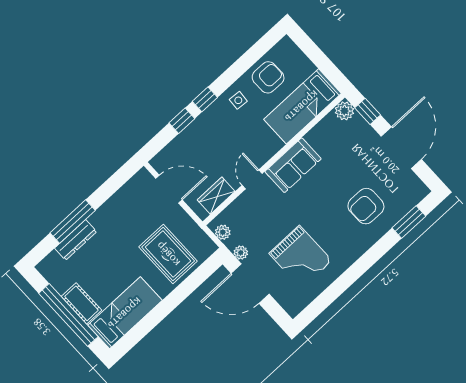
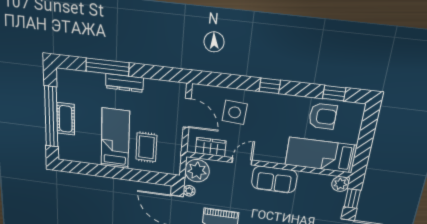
side table: (238, 100) -> (235, 112), moved, width x1.87, depth x1.87
window: (182, 121) -> (334, 93), moved
plant: (223, 232) -> (197, 171), width x1.88, depth x1.88
dresser: (76, 240) -> (124, 83), moved
rug: (168, 254) -> (146, 147), width x0.73, depth x0.70
bed: (125, 313) -> (115, 139), moved, turned -90

